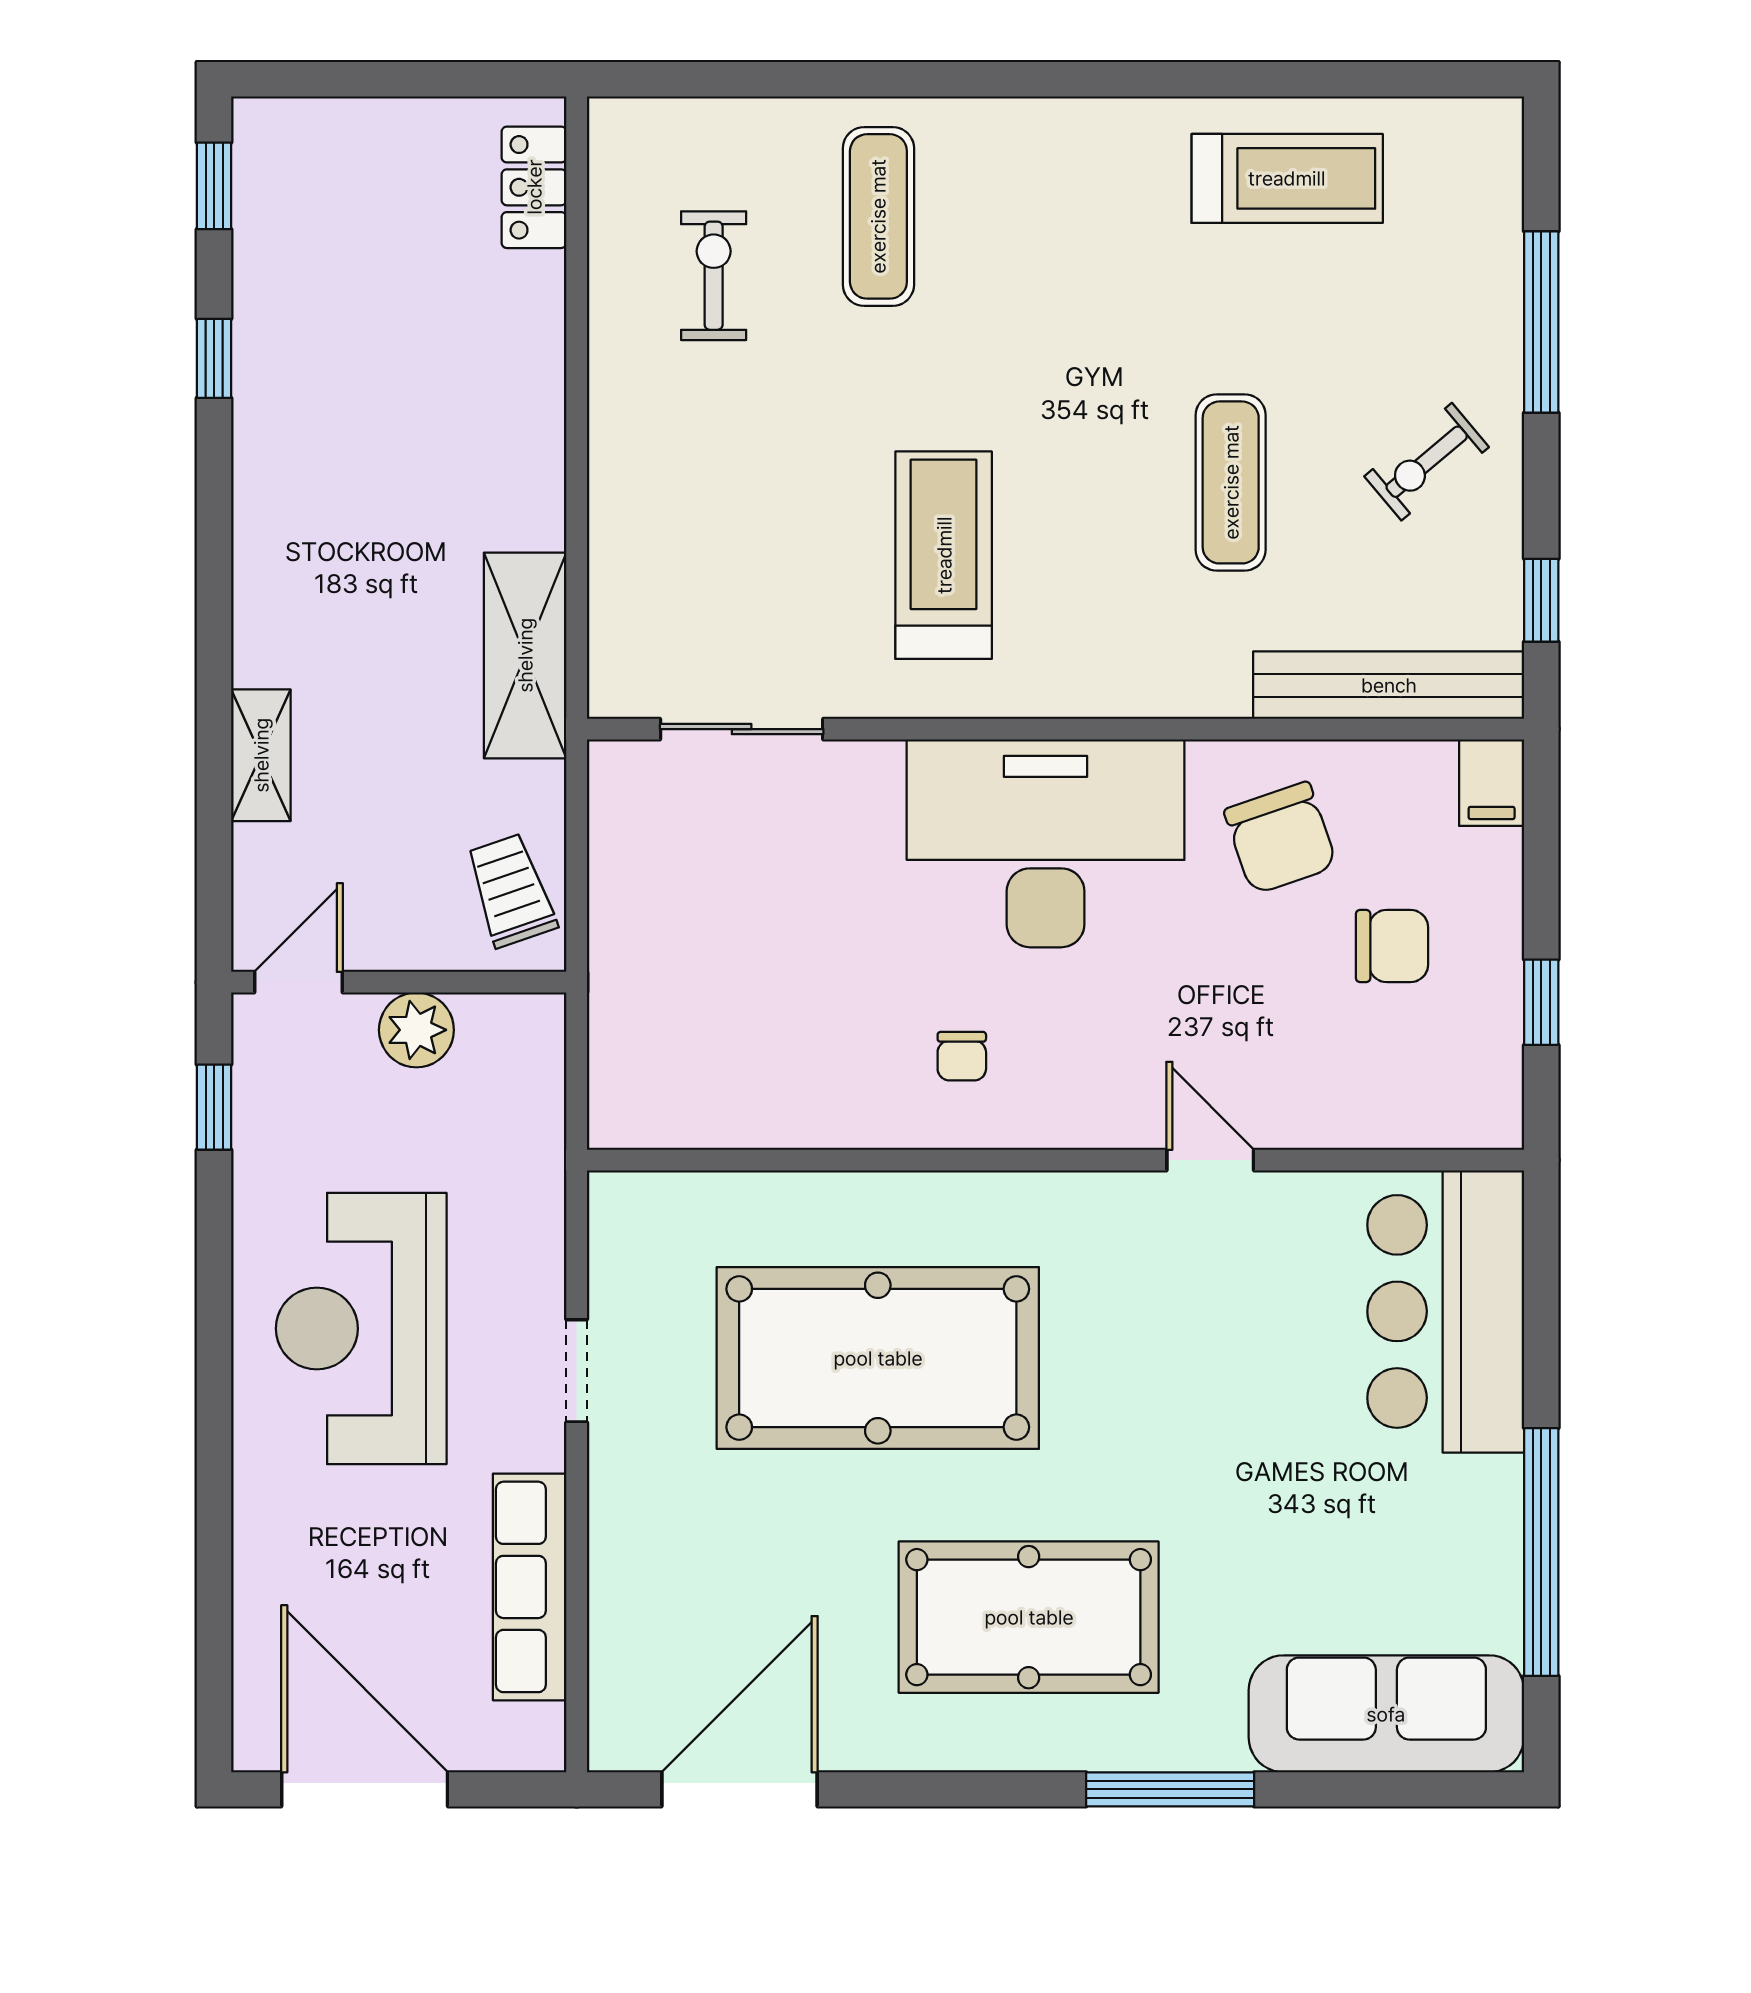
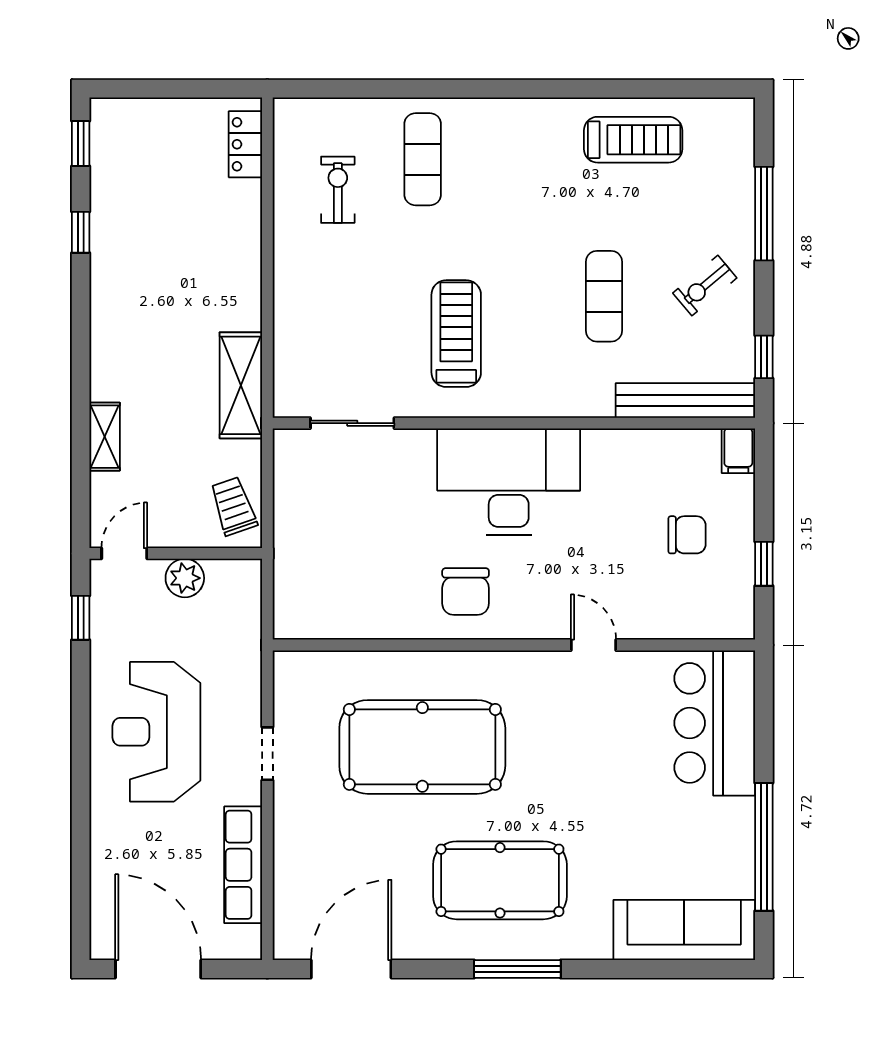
chair: (1281, 838) -> (630, 479), removed
chair: (962, 1056) -> (466, 592), width x1.87, depth x1.87
window: (1170, 1789) -> (517, 969), moved

